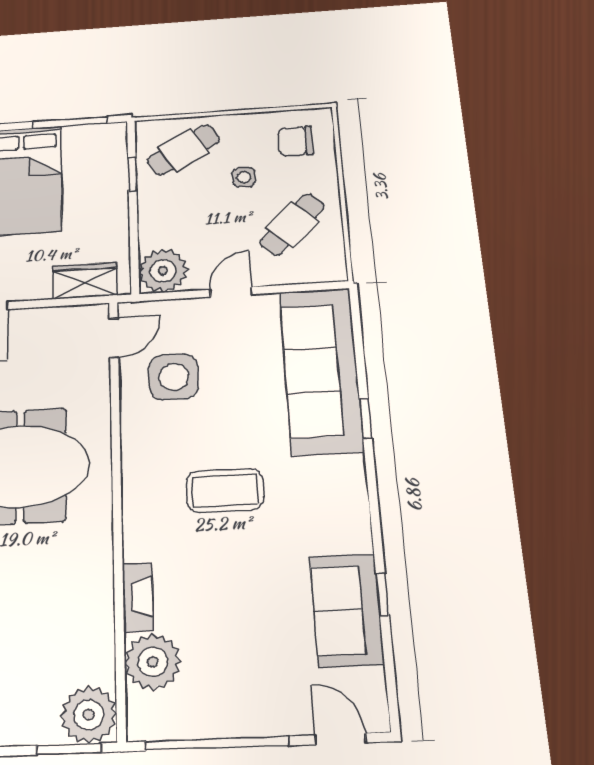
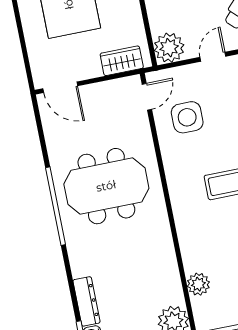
fireplace: (138, 597) -> (189, 253), removed
plant: (153, 662) -> (198, 284), width x0.73, depth x0.73

